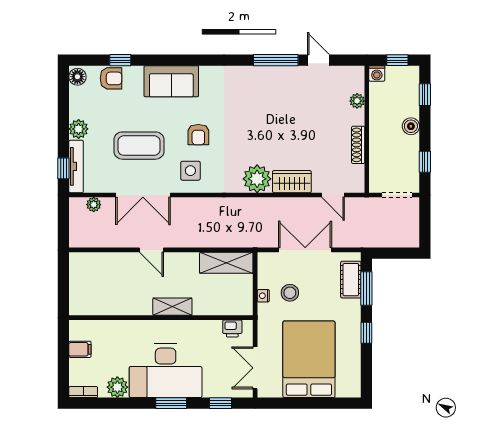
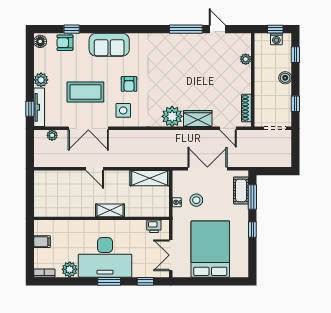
washing machine: (377, 73) -> (276, 39), moved
armchair: (111, 78) -> (65, 43), turned 180
shoe rack: (358, 145) -> (246, 108), moved

